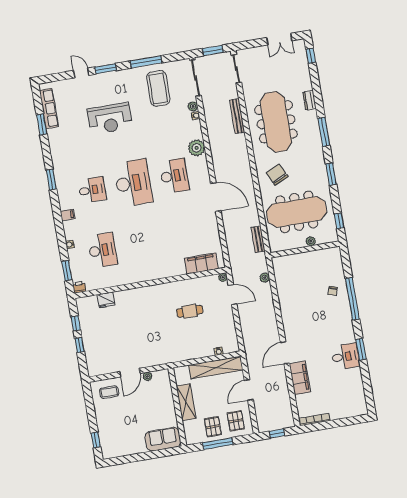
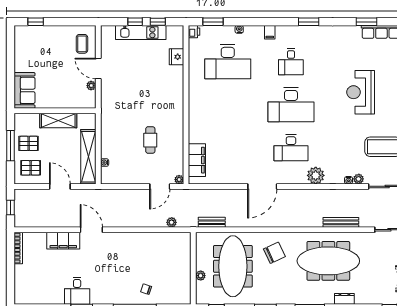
desk: (102, 250) -> (228, 62), width x1.36, depth x1.30
kitchen unit: (89, 338) -> (141, 32), added

